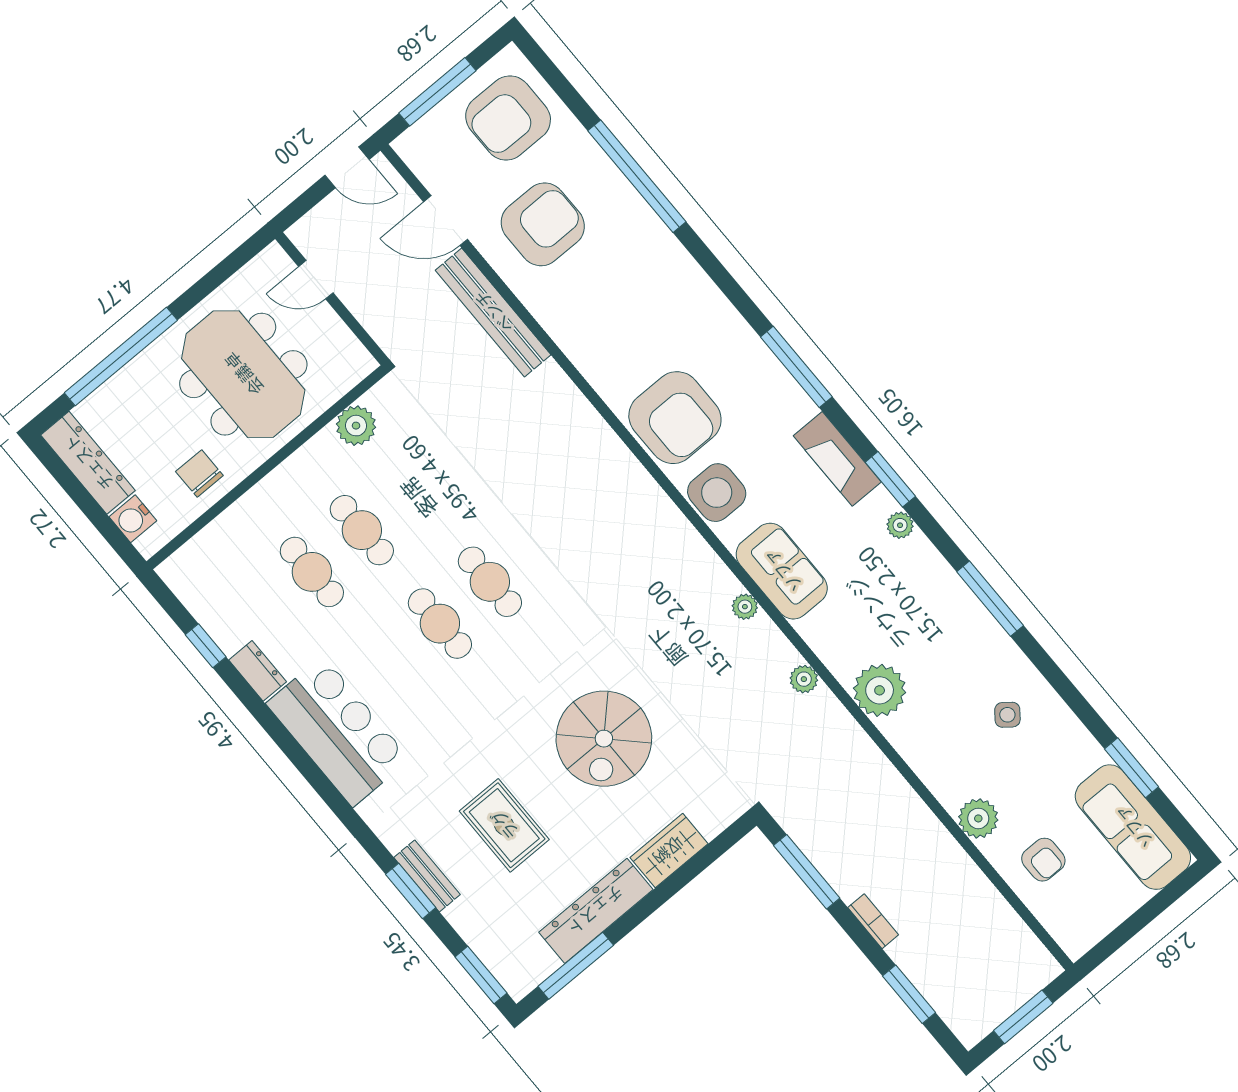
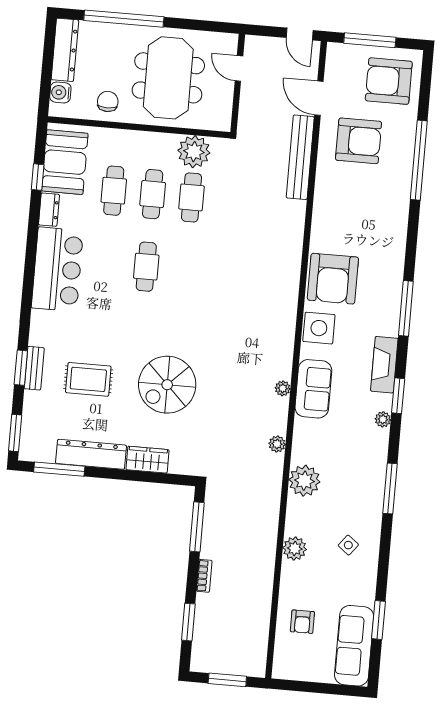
plant: (356, 426) -> (194, 152), width x1.36, depth x1.36
cafe table: (490, 582) -> (191, 197), moved
booth: (220, 596) -> (65, 162), added
plant: (978, 818) -> (295, 548), moved
rug: (504, 825) -> (88, 379), turned 90

